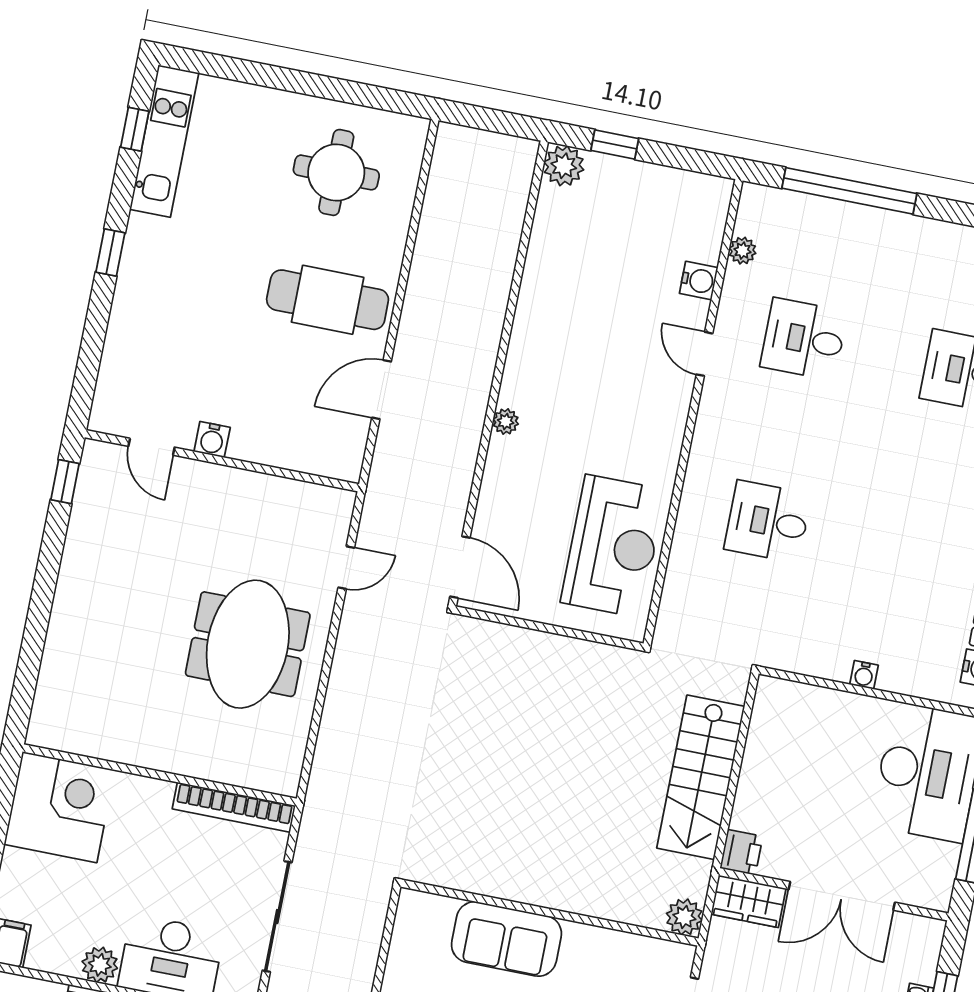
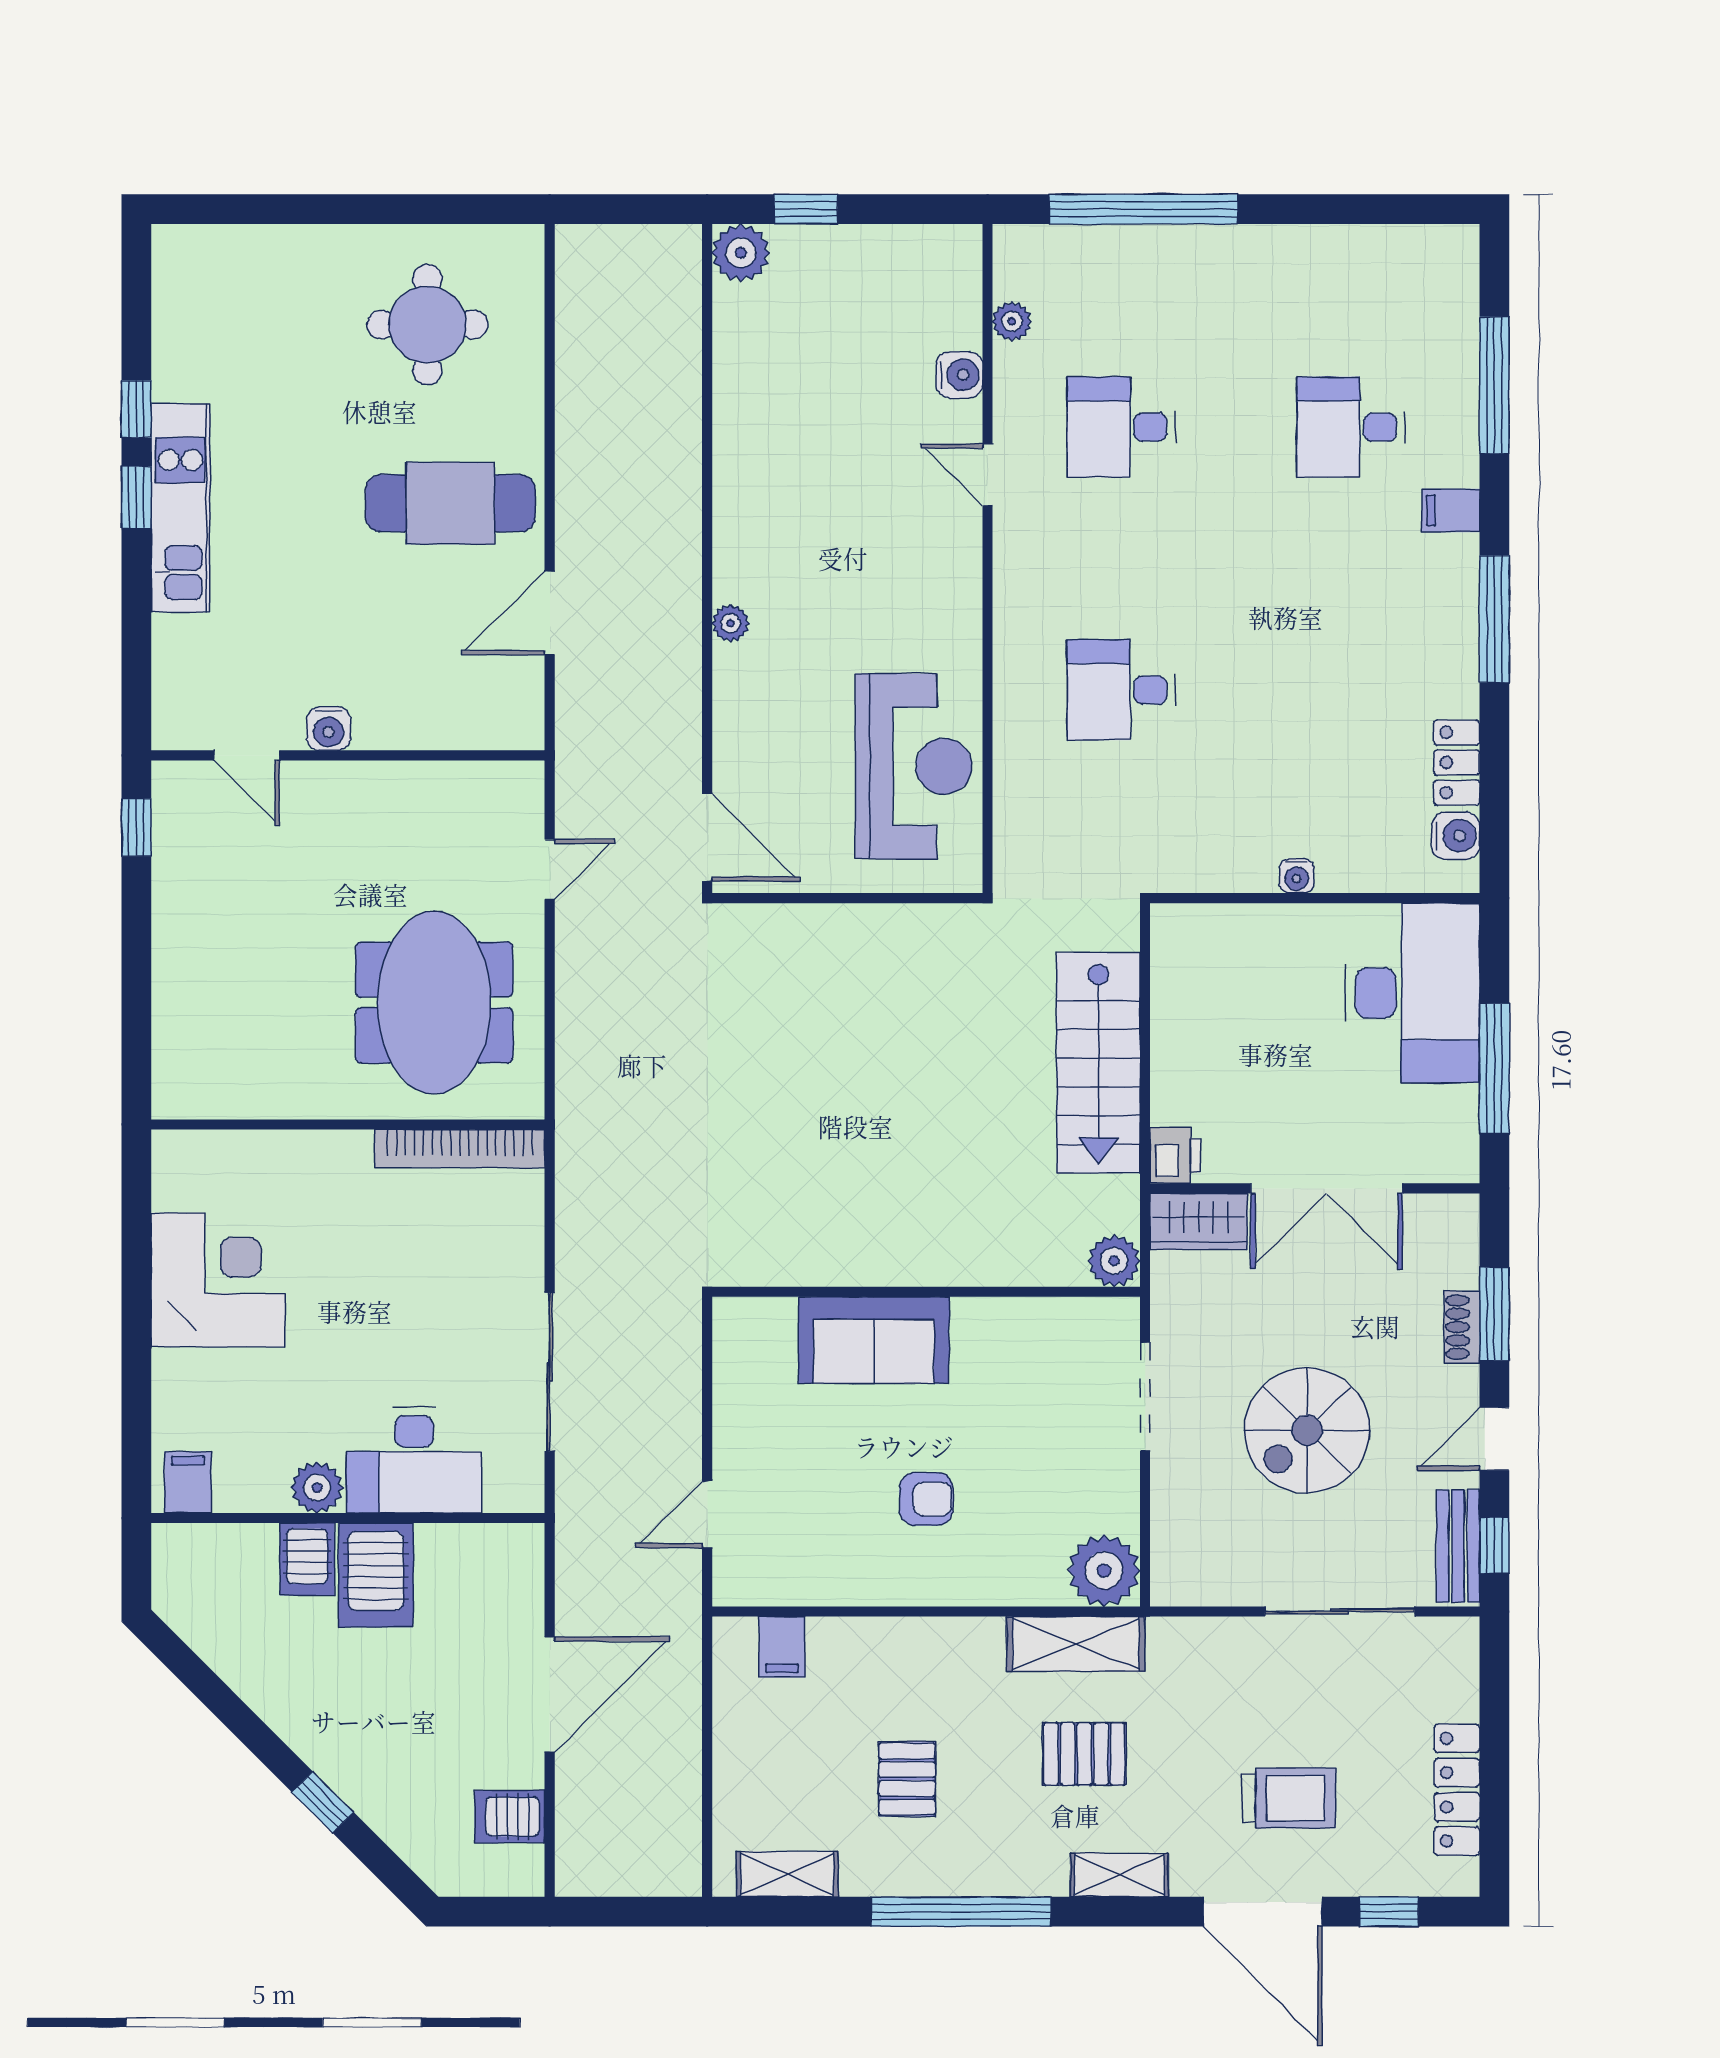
window: (135, 129) -> (136, 409), moved
kitchen unit: (164, 141) -> (180, 508), moved
wall: (160, 775) -> (348, 1124), moved
bookcase: (234, 807) -> (460, 1149), moved

